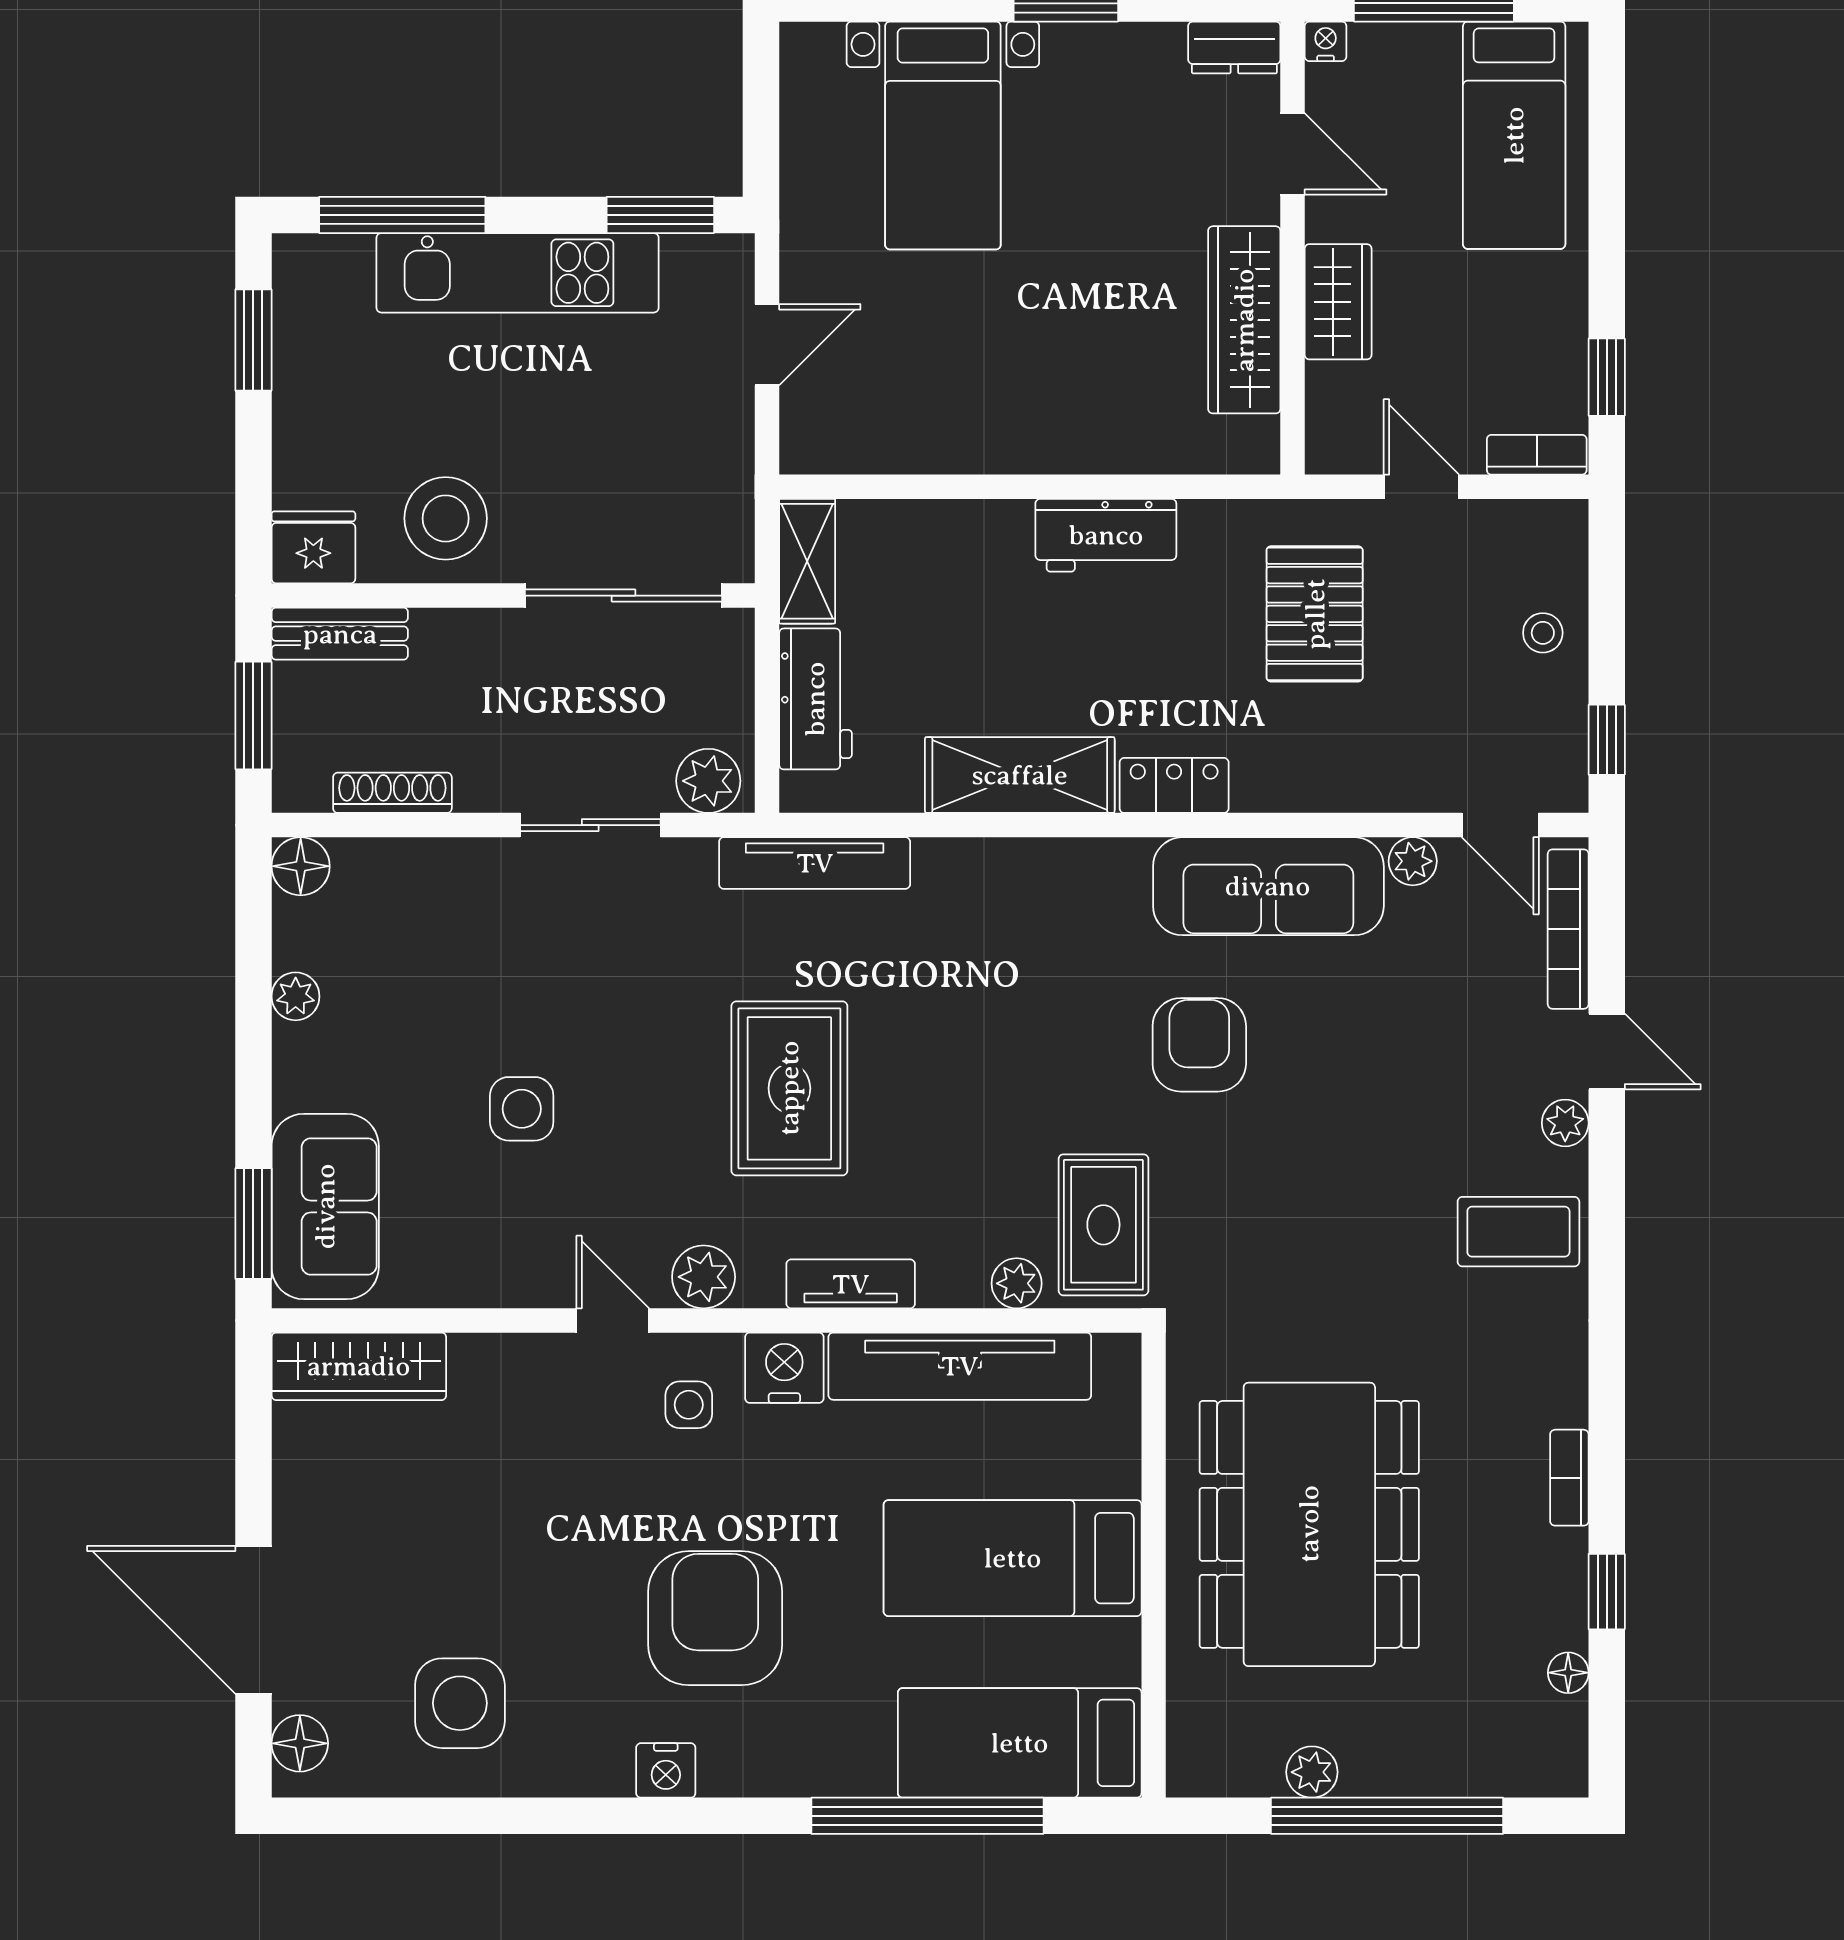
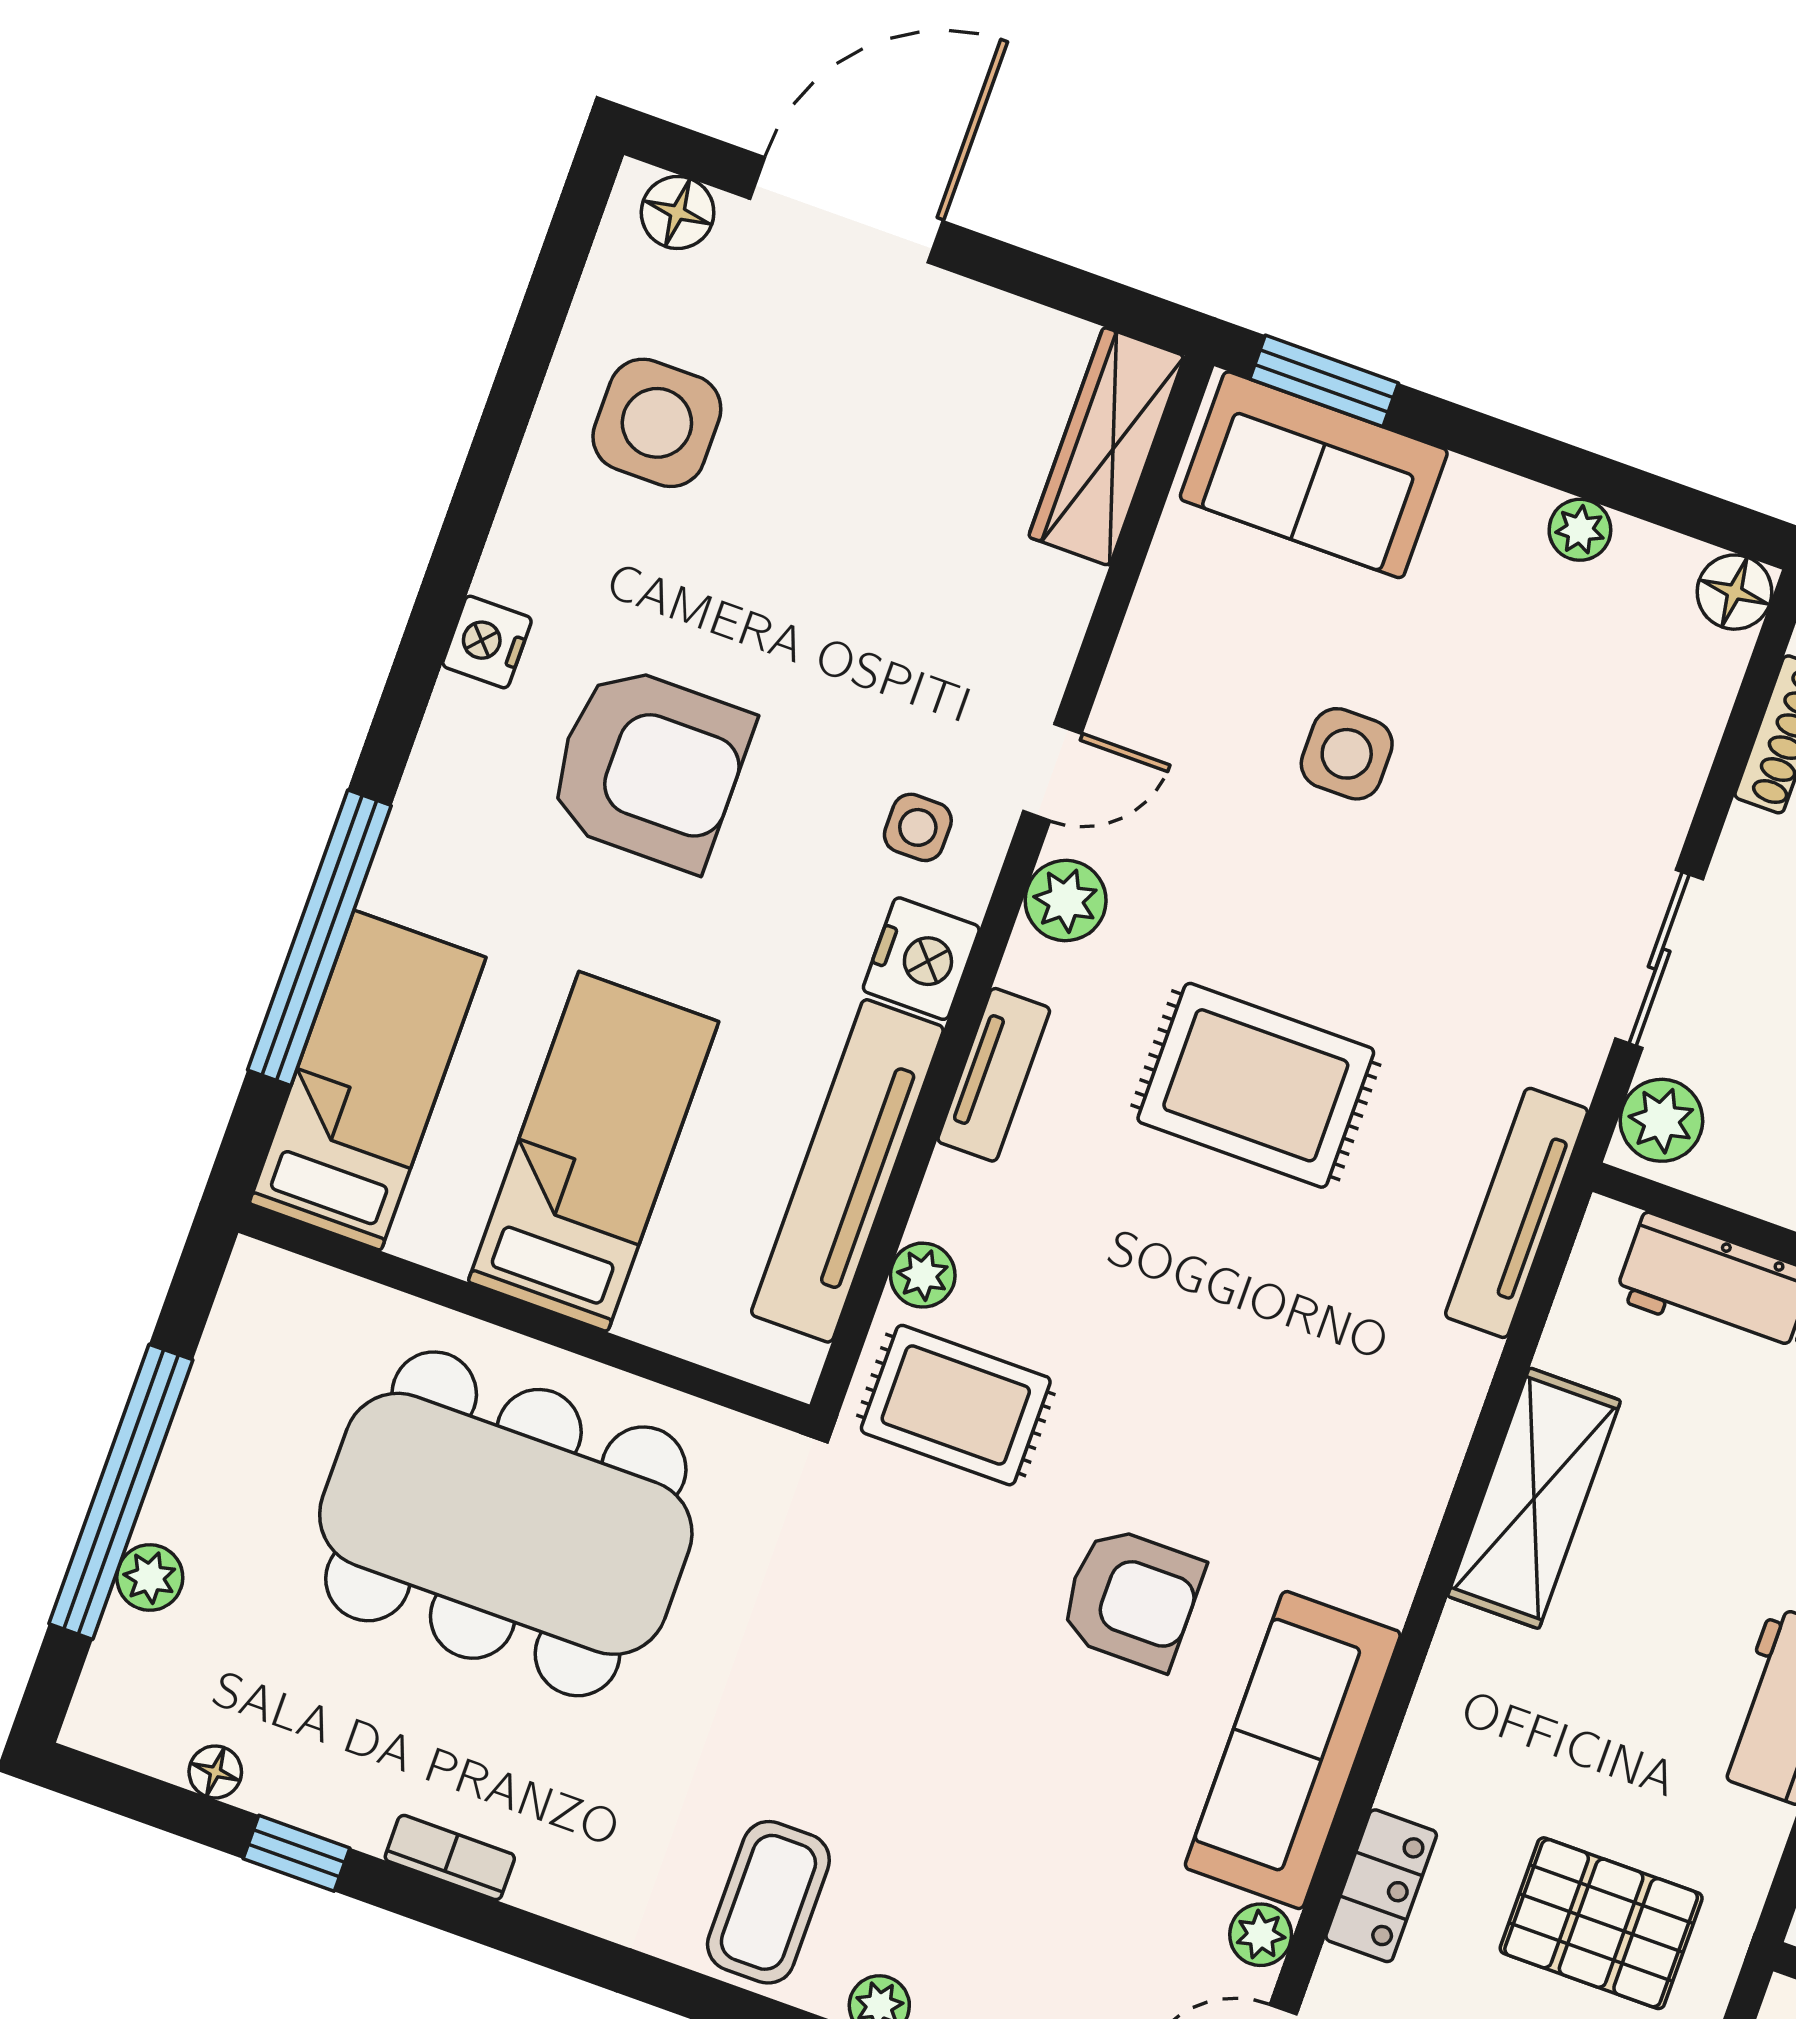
locker: (1174, 785) -> (1381, 1886), moved
plant: (1312, 1772) -> (150, 1578), moved

